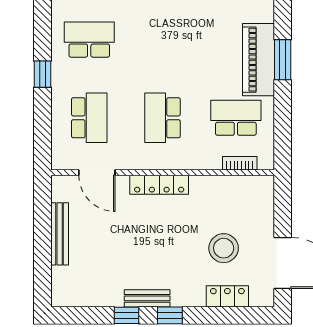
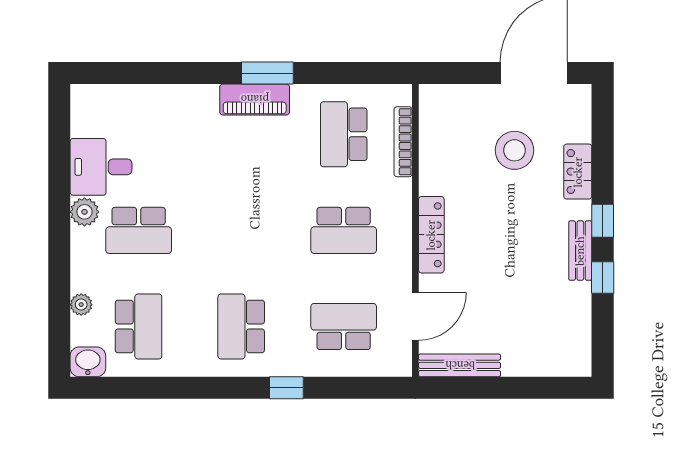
piano: (258, 60) -> (255, 99), width x0.73, depth x0.75
bookcase: (240, 163) -> (403, 142), width x1.56
bench: (60, 234) -> (460, 365), moved
locker: (227, 296) -> (578, 172), moved

